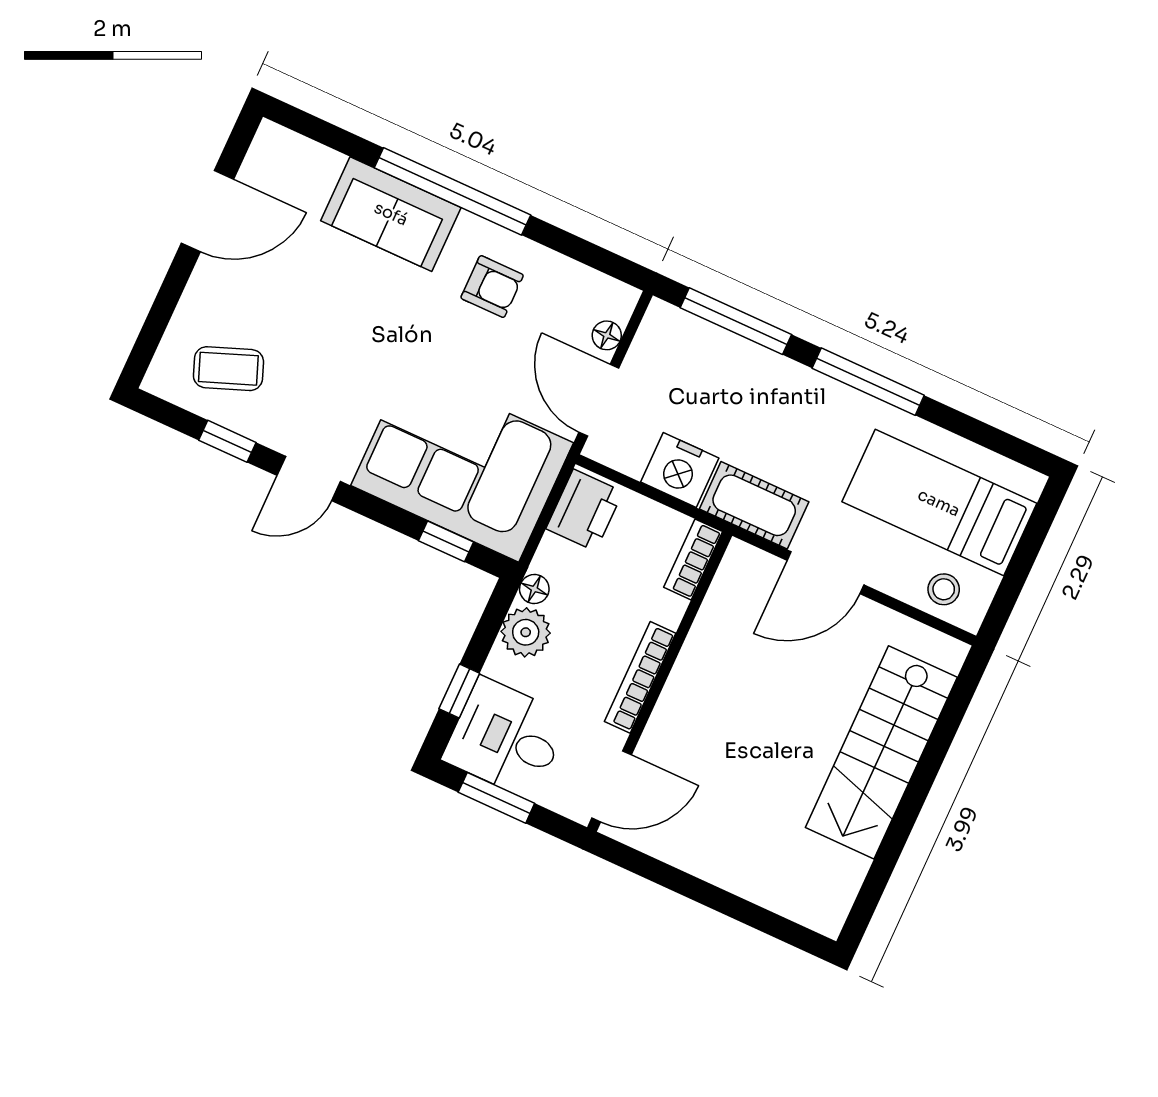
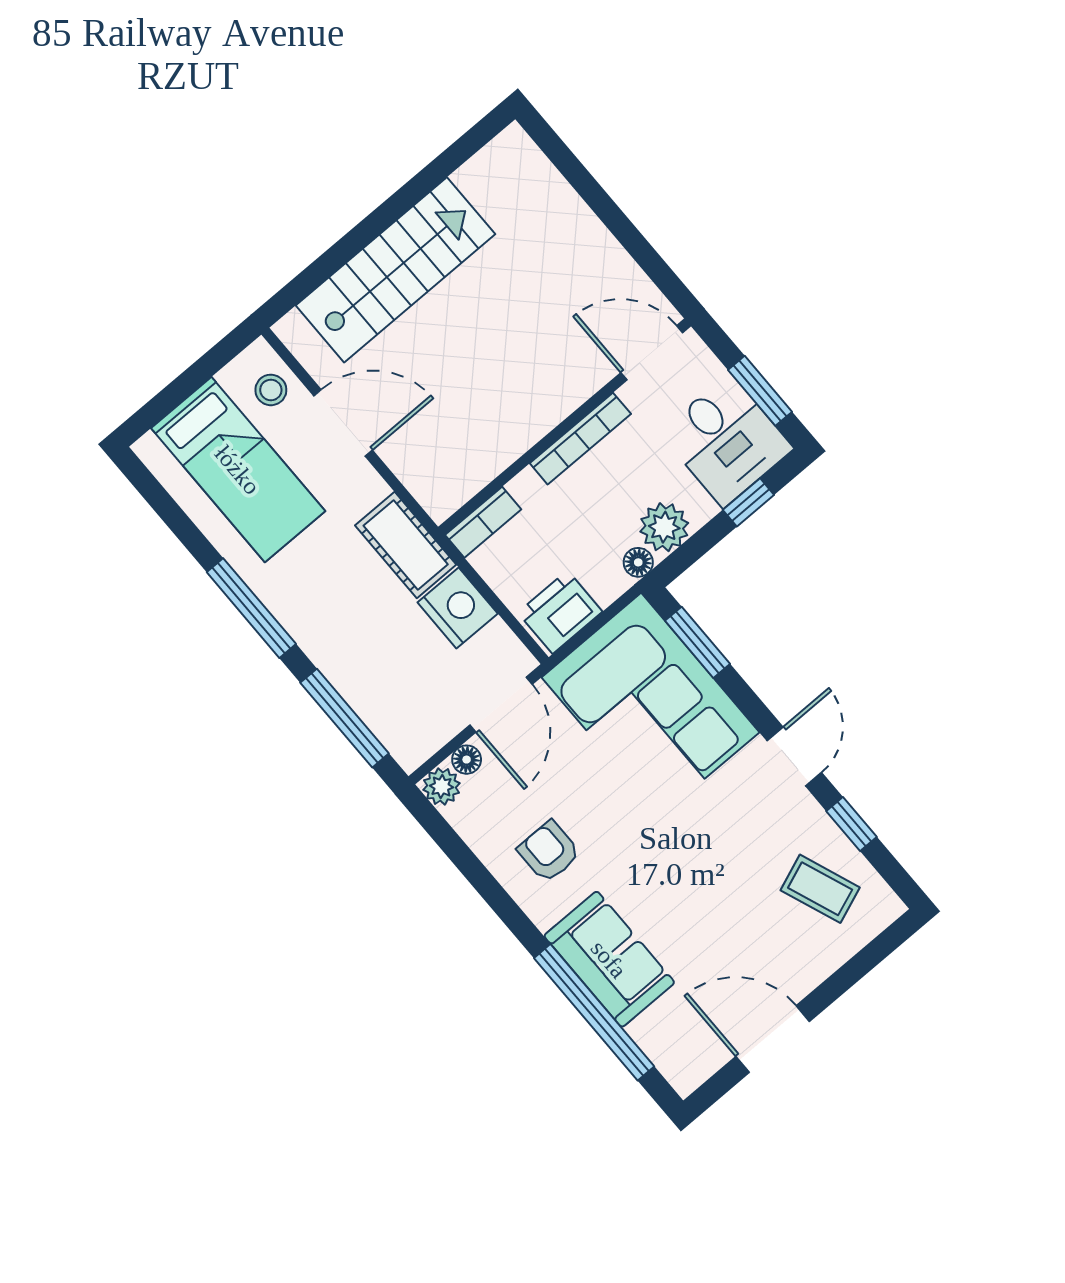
window: (453, 191) -> (594, 1012), moved
plant: (618, 300) -> (442, 787), added
door: (309, 478) -> (794, 756), hinge flipped
window: (446, 541) -> (697, 642), width x1.50
door: (825, 573) -> (343, 423), moved

